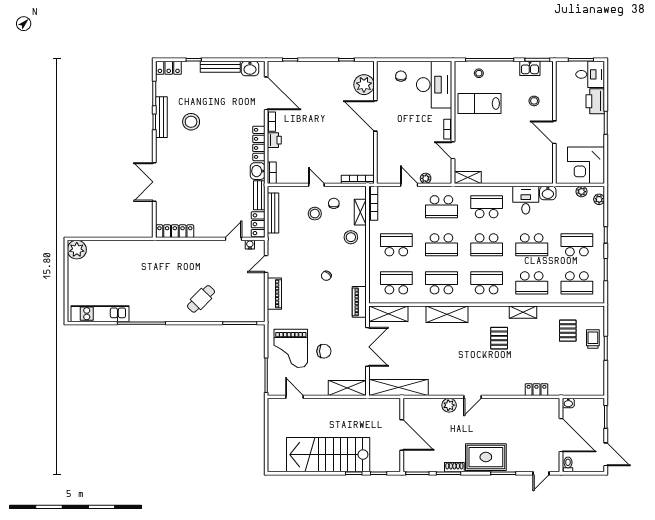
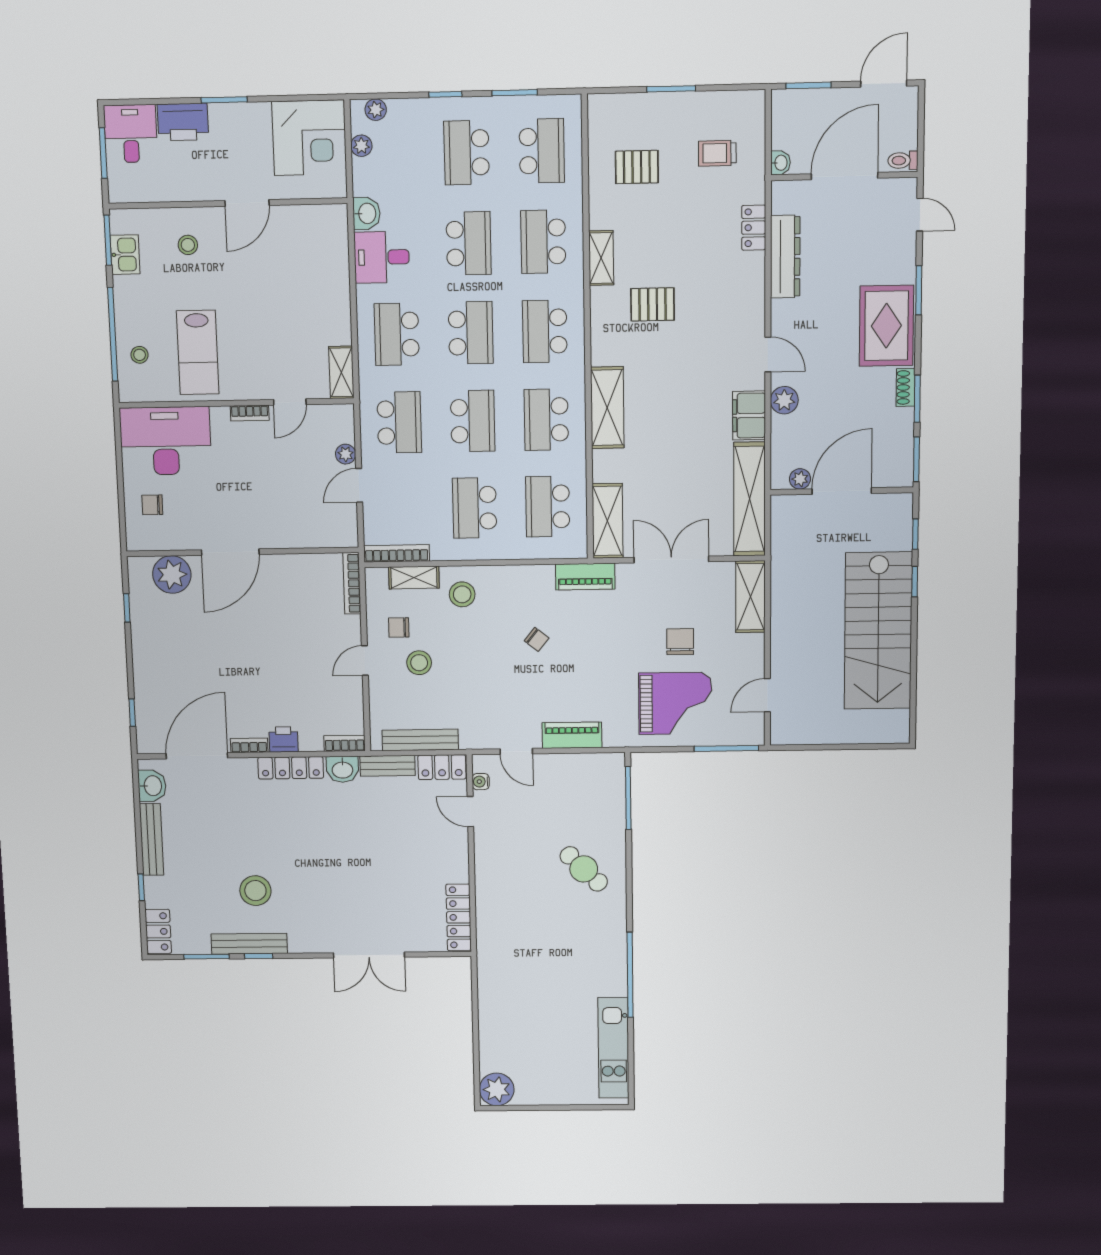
school desk: (532, 283) -> (543, 242), turned 180
trolley: (593, 339) -> (717, 153), moved
filing cabinet: (442, 387) -> (749, 415), added
dresser: (522, 406) -> (785, 257), added
plant: (408, 413) -> (800, 479), added

